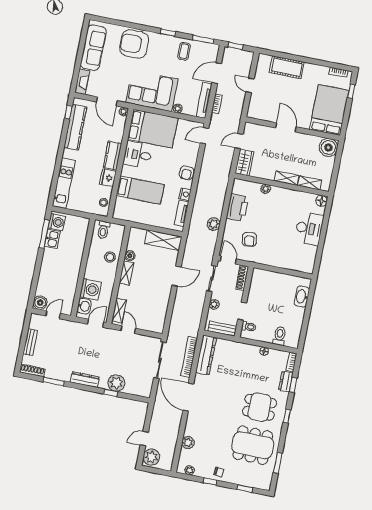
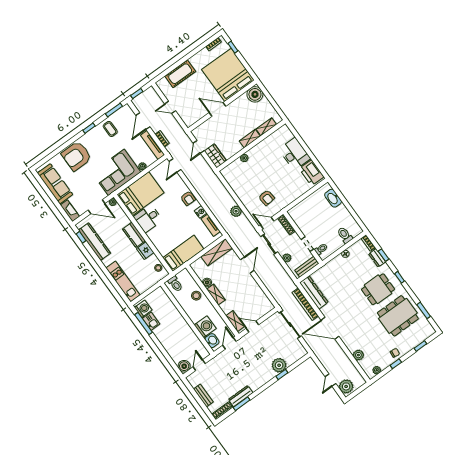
bed: (329, 110) -> (228, 75), width x1.36
bed: (140, 190) -> (183, 253), moved
floor lamp: (321, 201) -> (284, 130), removed
printer: (237, 208) -> (312, 173), moved, turned 180
dresser: (85, 380) -> (241, 396), moved

